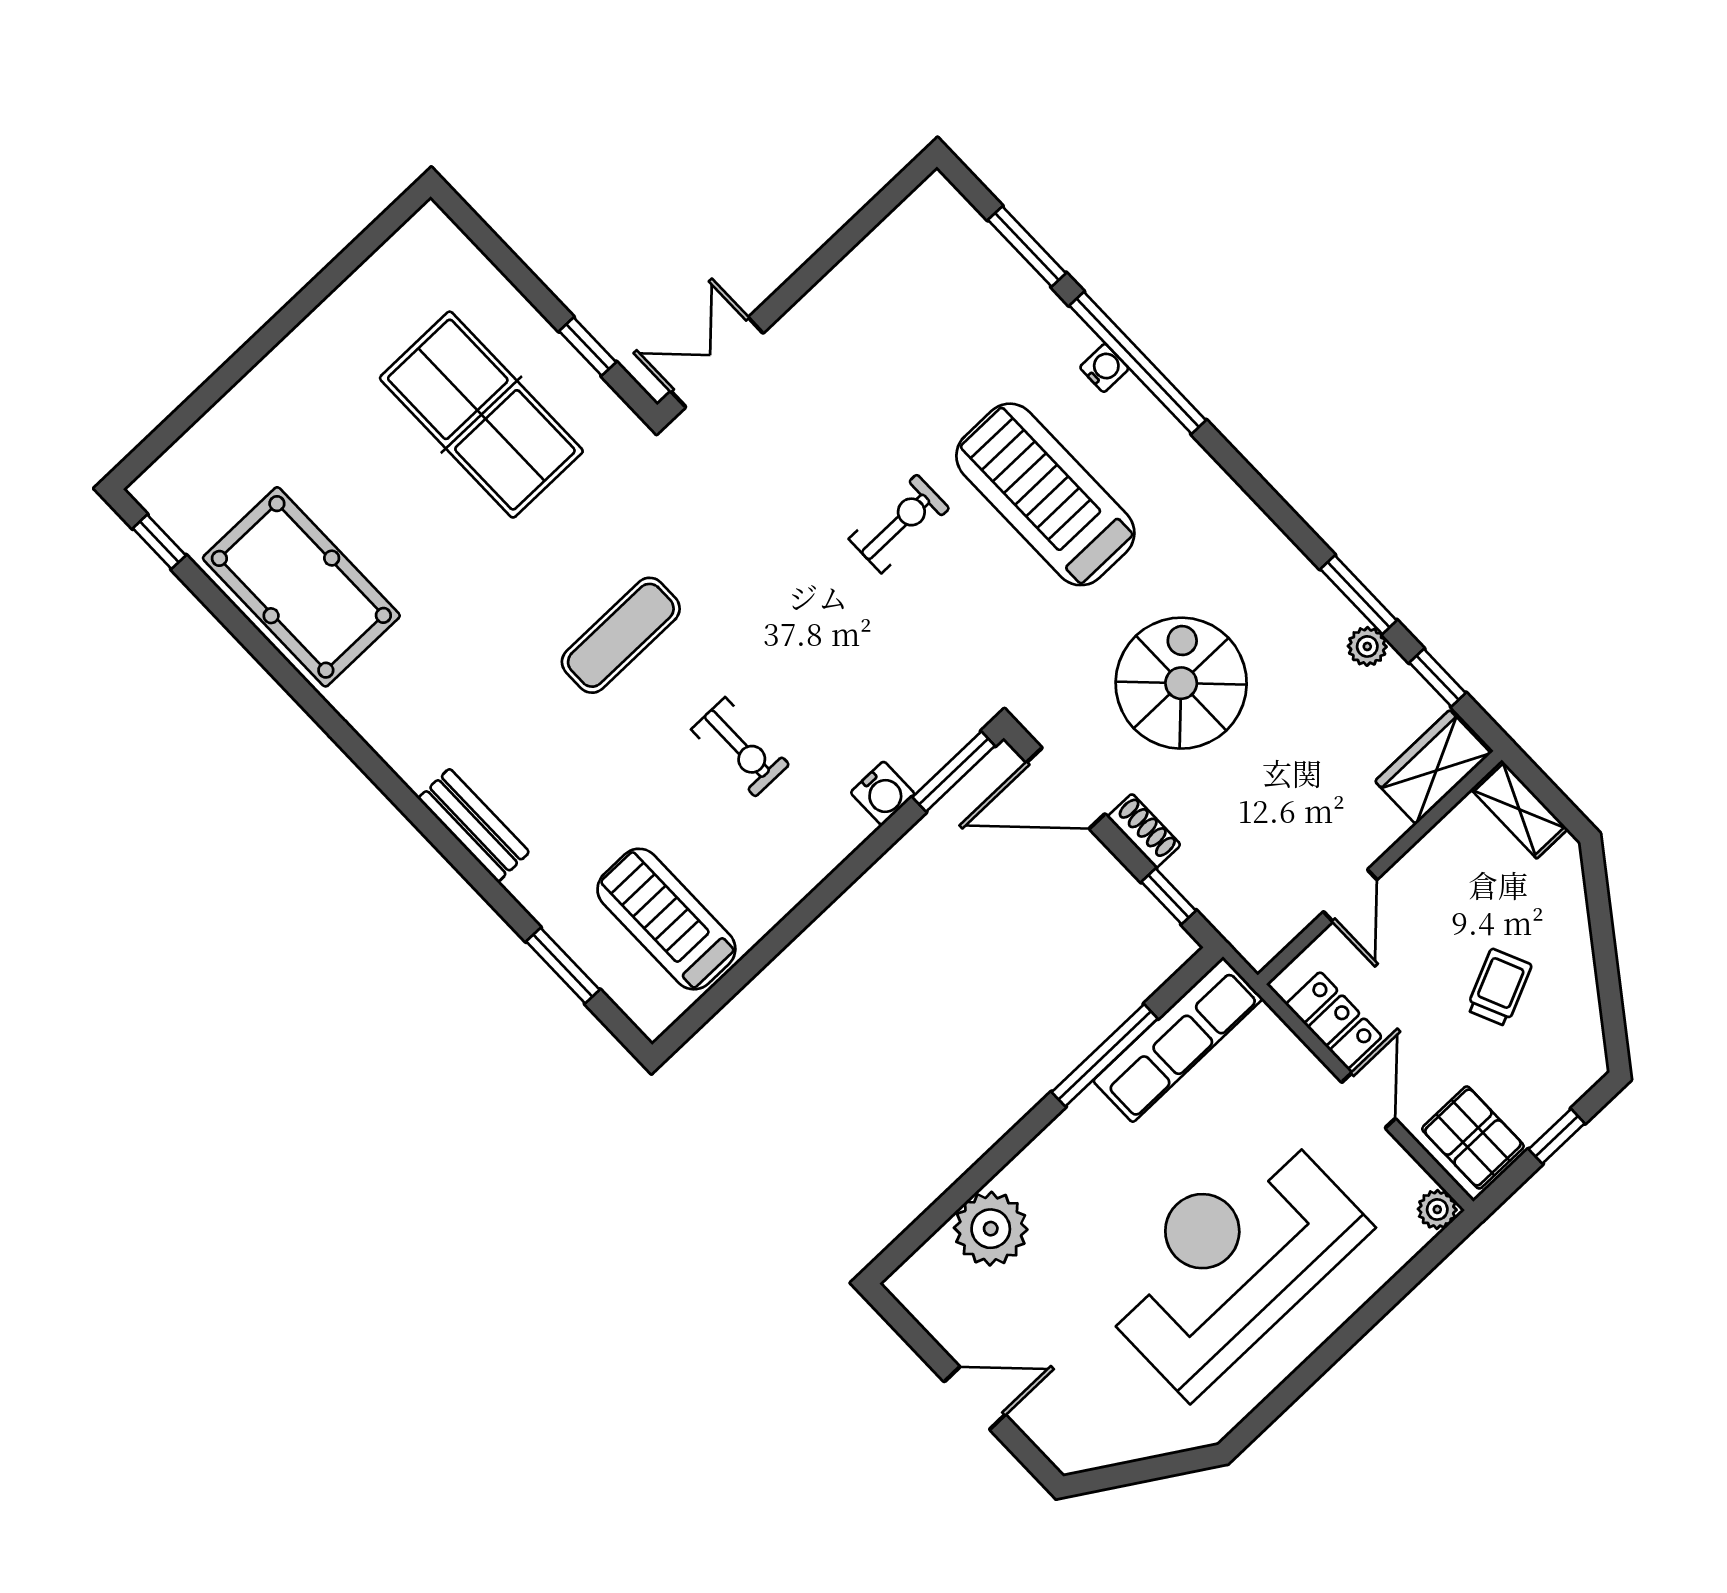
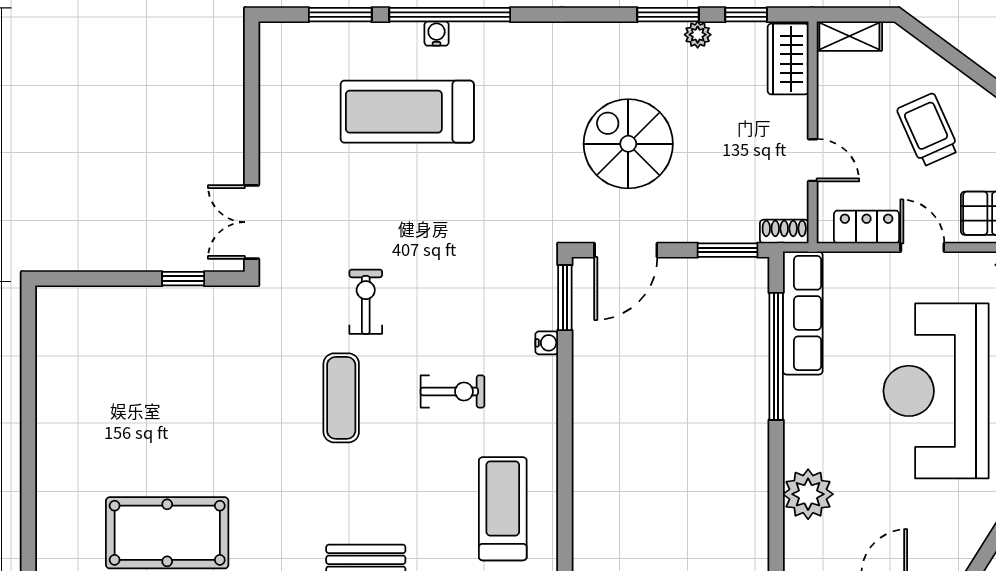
table tennis table: (481, 415) -> (167, 363), removed
treadmill: (1045, 494) -> (407, 112), moved
exercise bike: (899, 524) -> (366, 302), moved
water cooler: (883, 793) -> (547, 343), width x0.72, depth x0.72
shoe rack: (1144, 831) -> (784, 232), moved
window: (1169, 896) -> (728, 250), width x1.50
treadmill: (666, 919) -> (503, 509), turned 90
trolley: (1499, 987) -> (928, 130), width x1.36, depth x1.39
window: (1105, 1055) -> (776, 356), width x1.46

